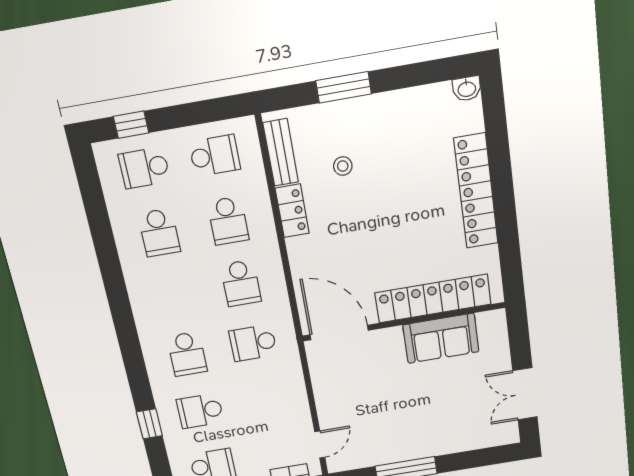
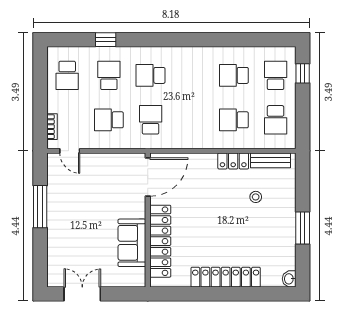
window: (344, 87) -> (303, 228), moved
school desk: (241, 283) -> (109, 120), moved

